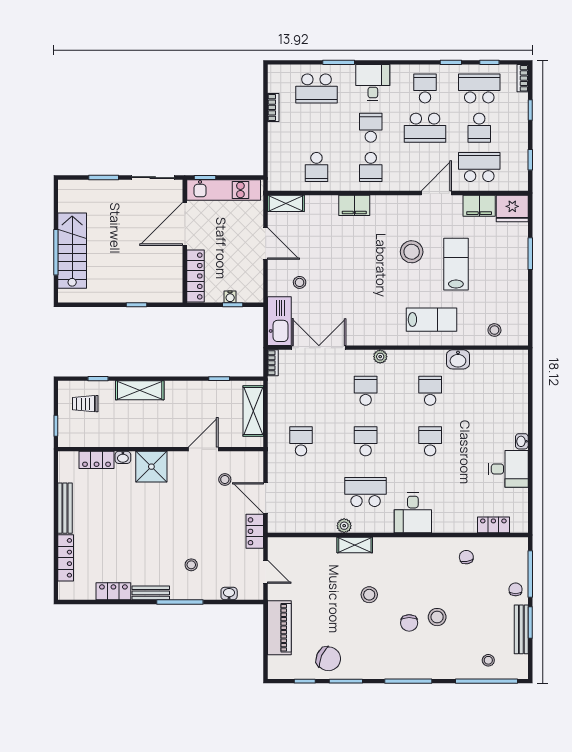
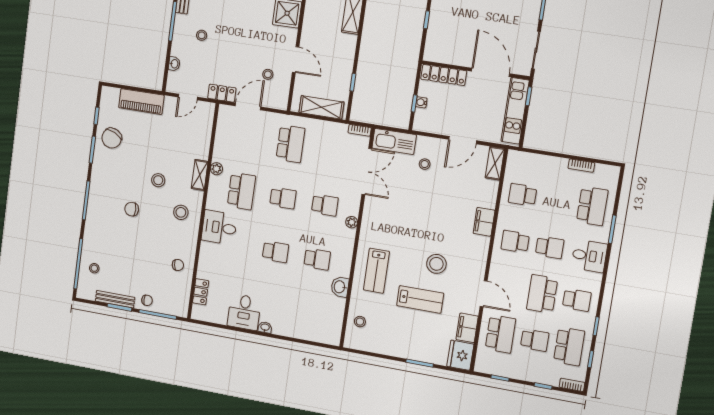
school desk: (316, 88) -> (592, 206), turned 180
school desk: (479, 128) -> (535, 340), turned 180
school desk: (301, 441) -> (290, 144), width x1.85
stool: (437, 617) -> (181, 212), moved

